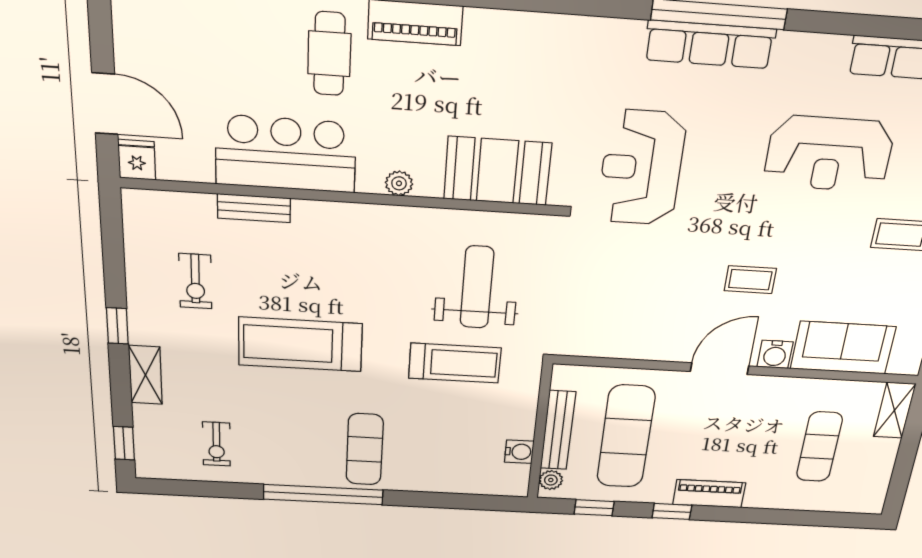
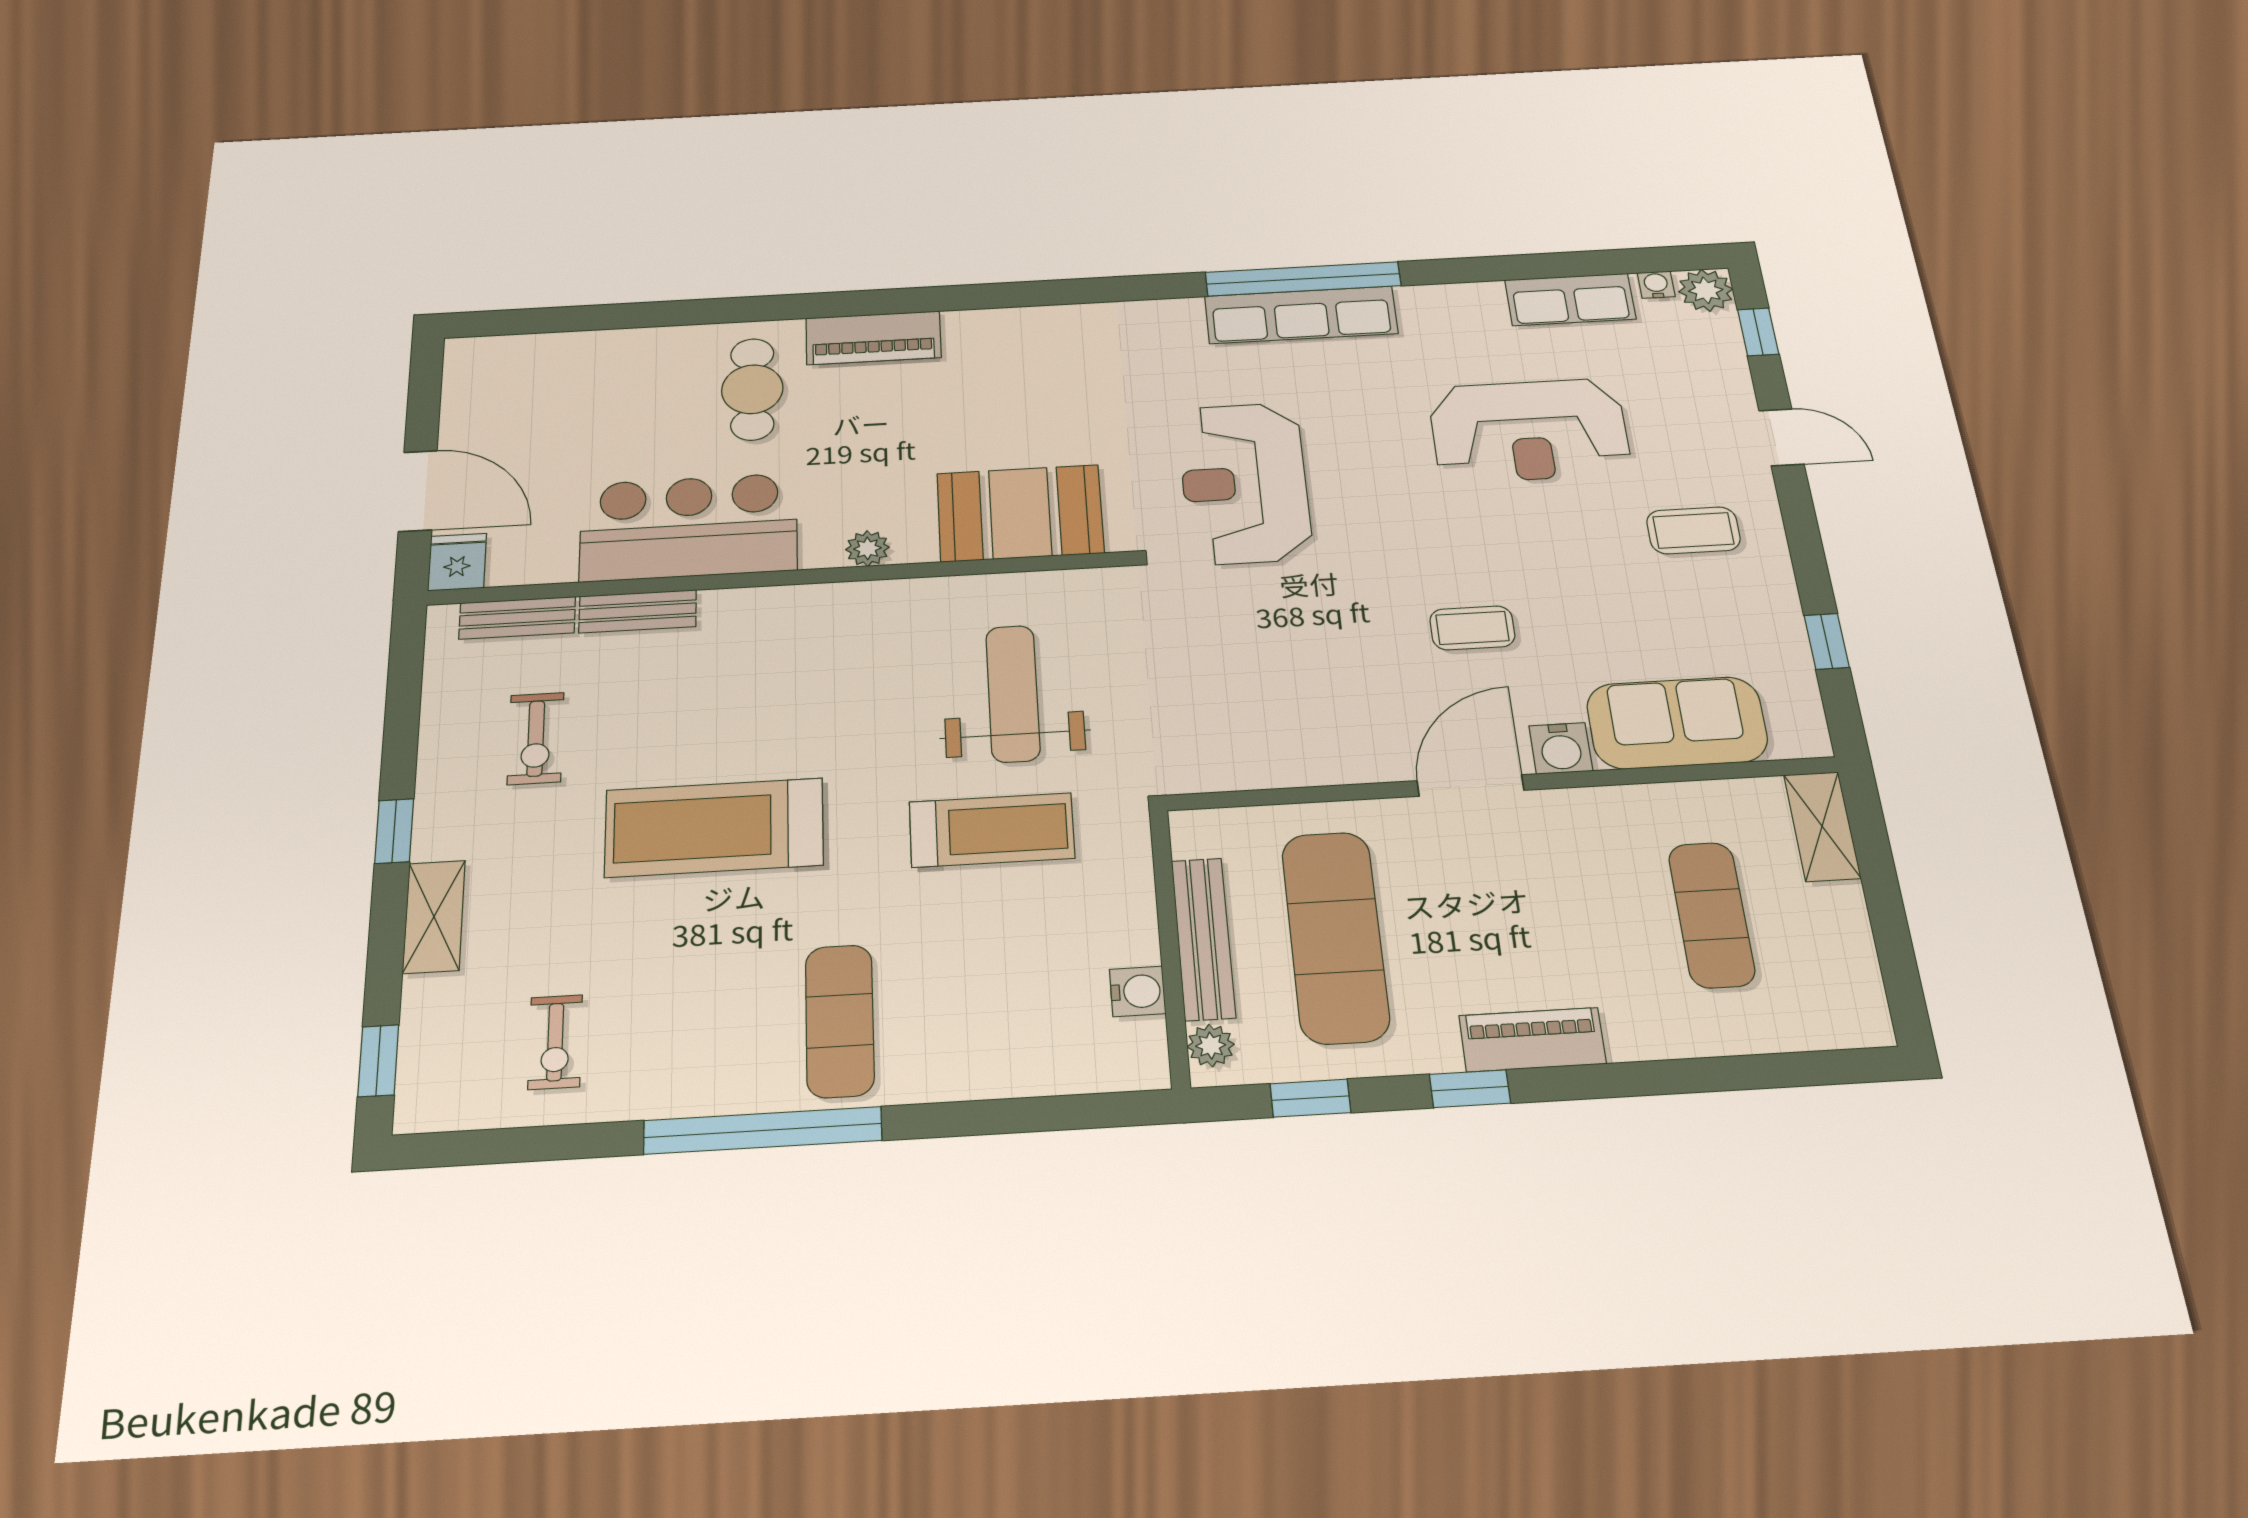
bench: (179, 203) -> (517, 618), added

